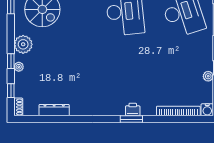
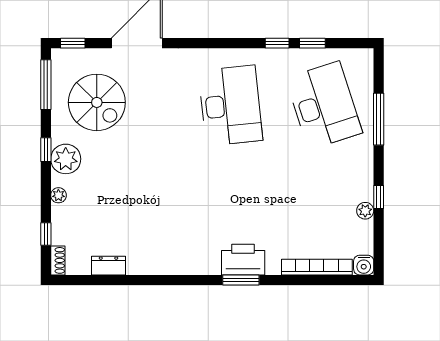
window: (11, 61) -> (46, 150), moved
dresser: (54, 110) -> (109, 266), width x0.70
printer: (133, 110) -> (243, 260), width x1.87, depth x1.48

